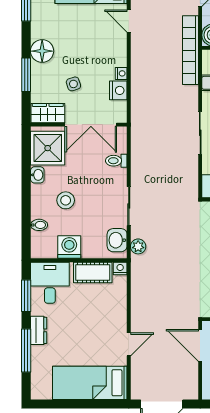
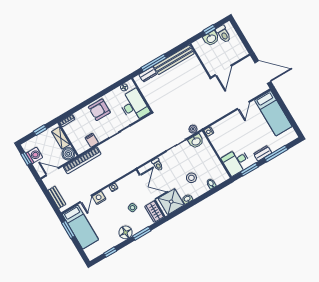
nightstand: (118, 90) -> (99, 198), moved
washing machine: (69, 247) -> (213, 162), removed
cot: (93, 272) -> (219, 144), removed
door: (129, 344) -> (243, 105), swing flipped

